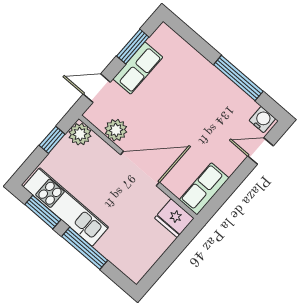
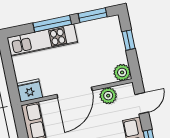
window: (52, 140) -> (129, 40), moved
kitchen unit: (66, 207) -> (42, 40), moved

